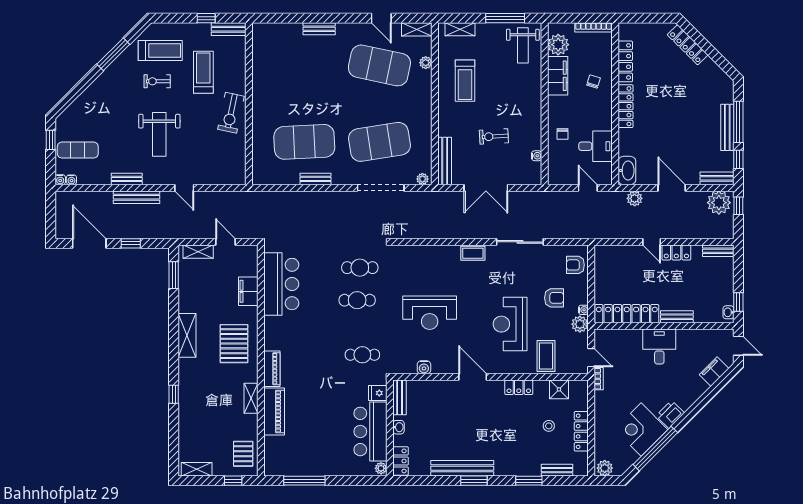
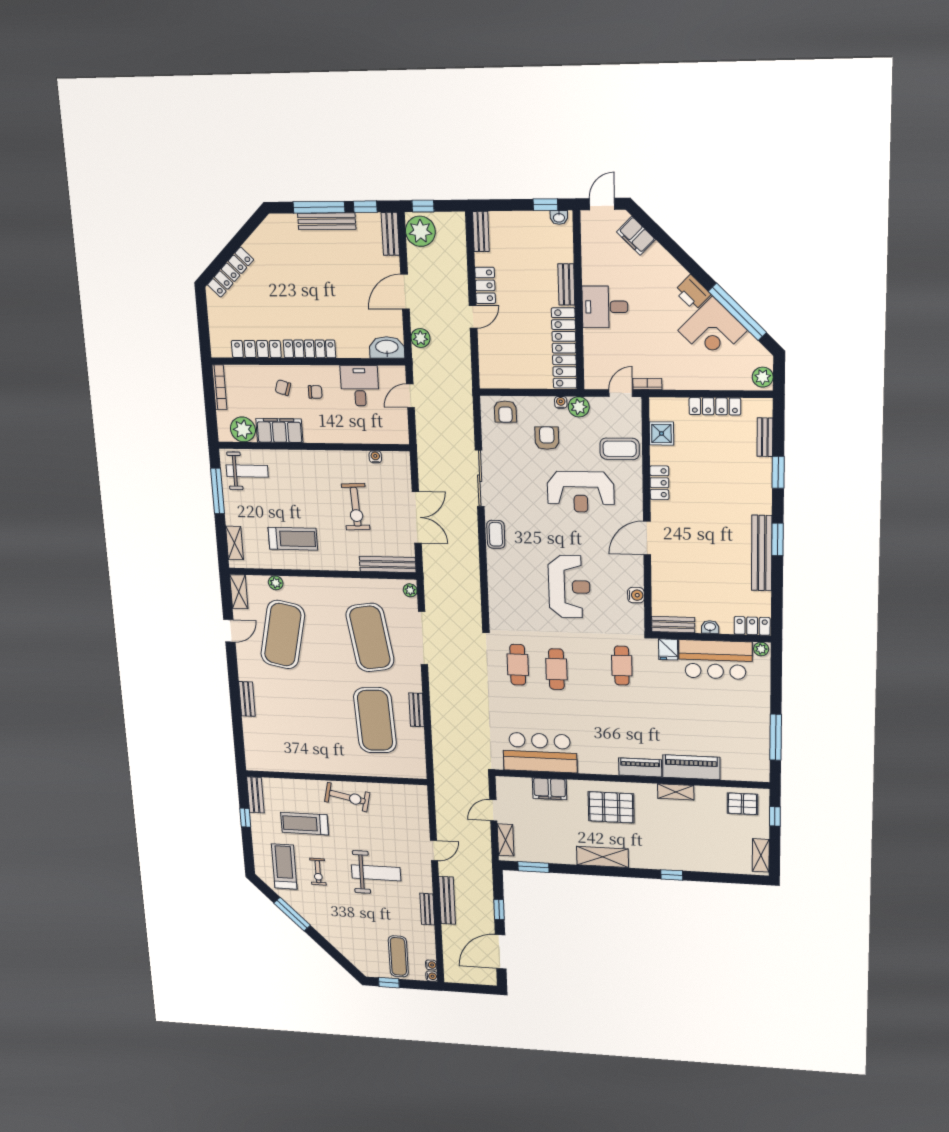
chair: (563, 134) -> (315, 392), moved
exercise bike: (494, 136) -> (356, 507), width x1.38, depth x1.39
stool: (549, 426) -> (708, 447), removed

